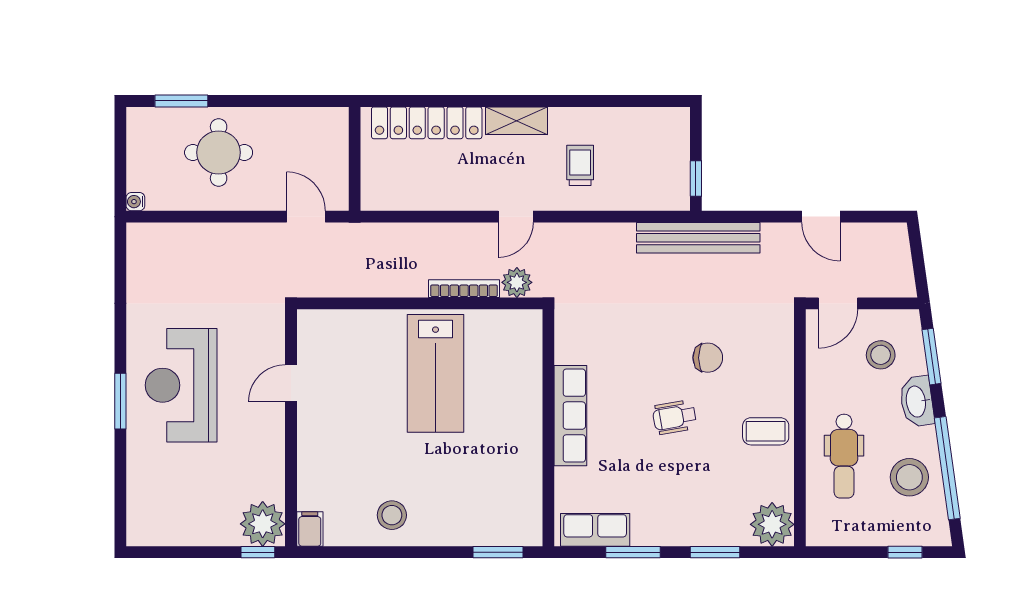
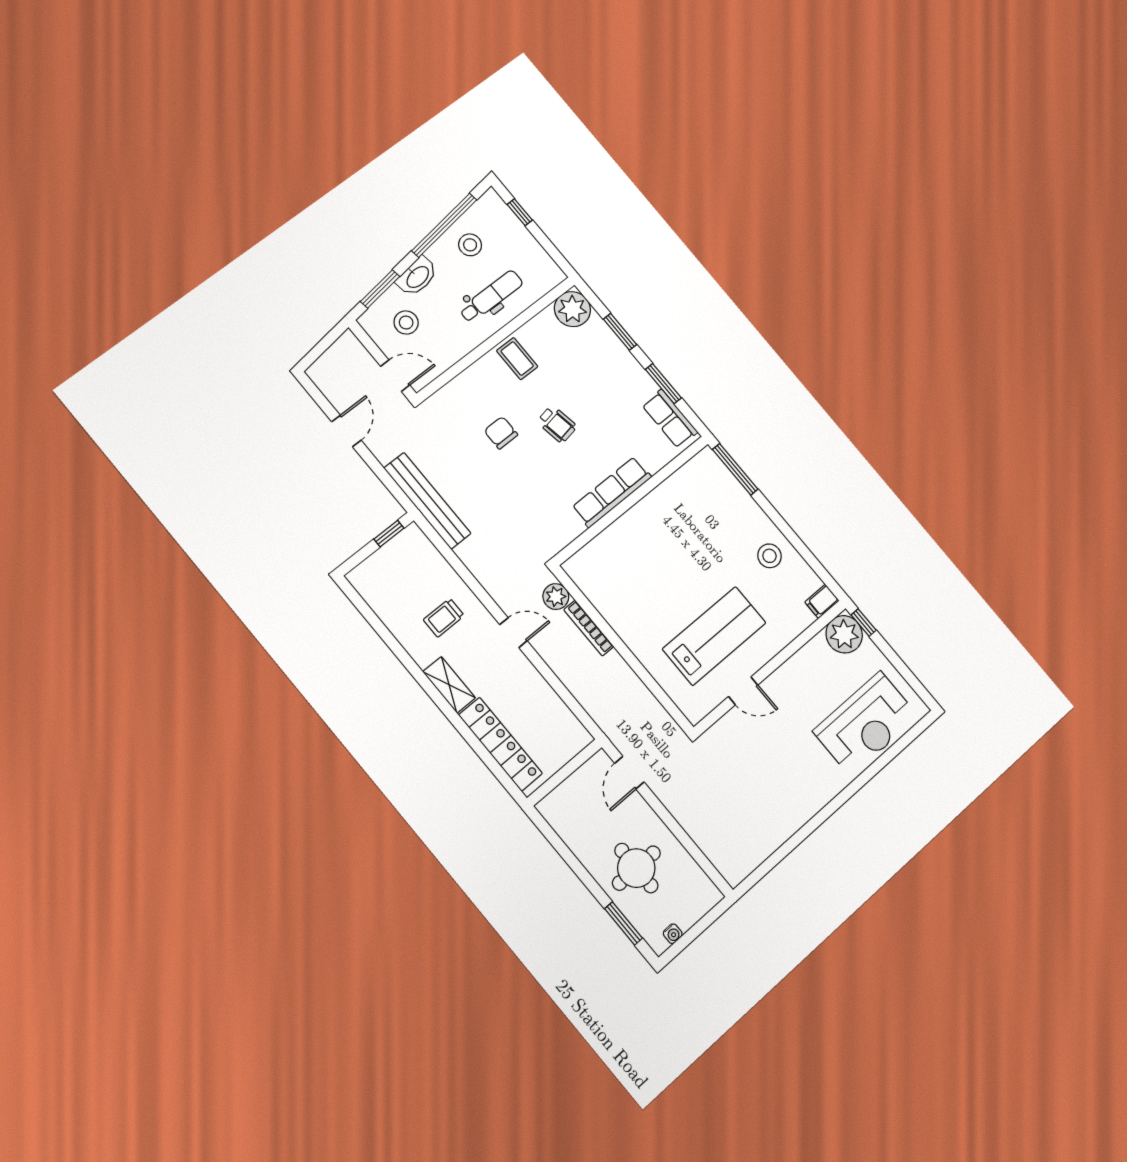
water cooler: (135, 202) -> (673, 934), moved
lab bench: (436, 373) -> (714, 636), moved
reception desk: (181, 385) -> (866, 724), moved
window: (120, 401) -> (847, 793), removed
stool: (909, 477) -> (470, 245), width x0.73, depth x0.73
window: (498, 552) -> (735, 469), width x1.44

